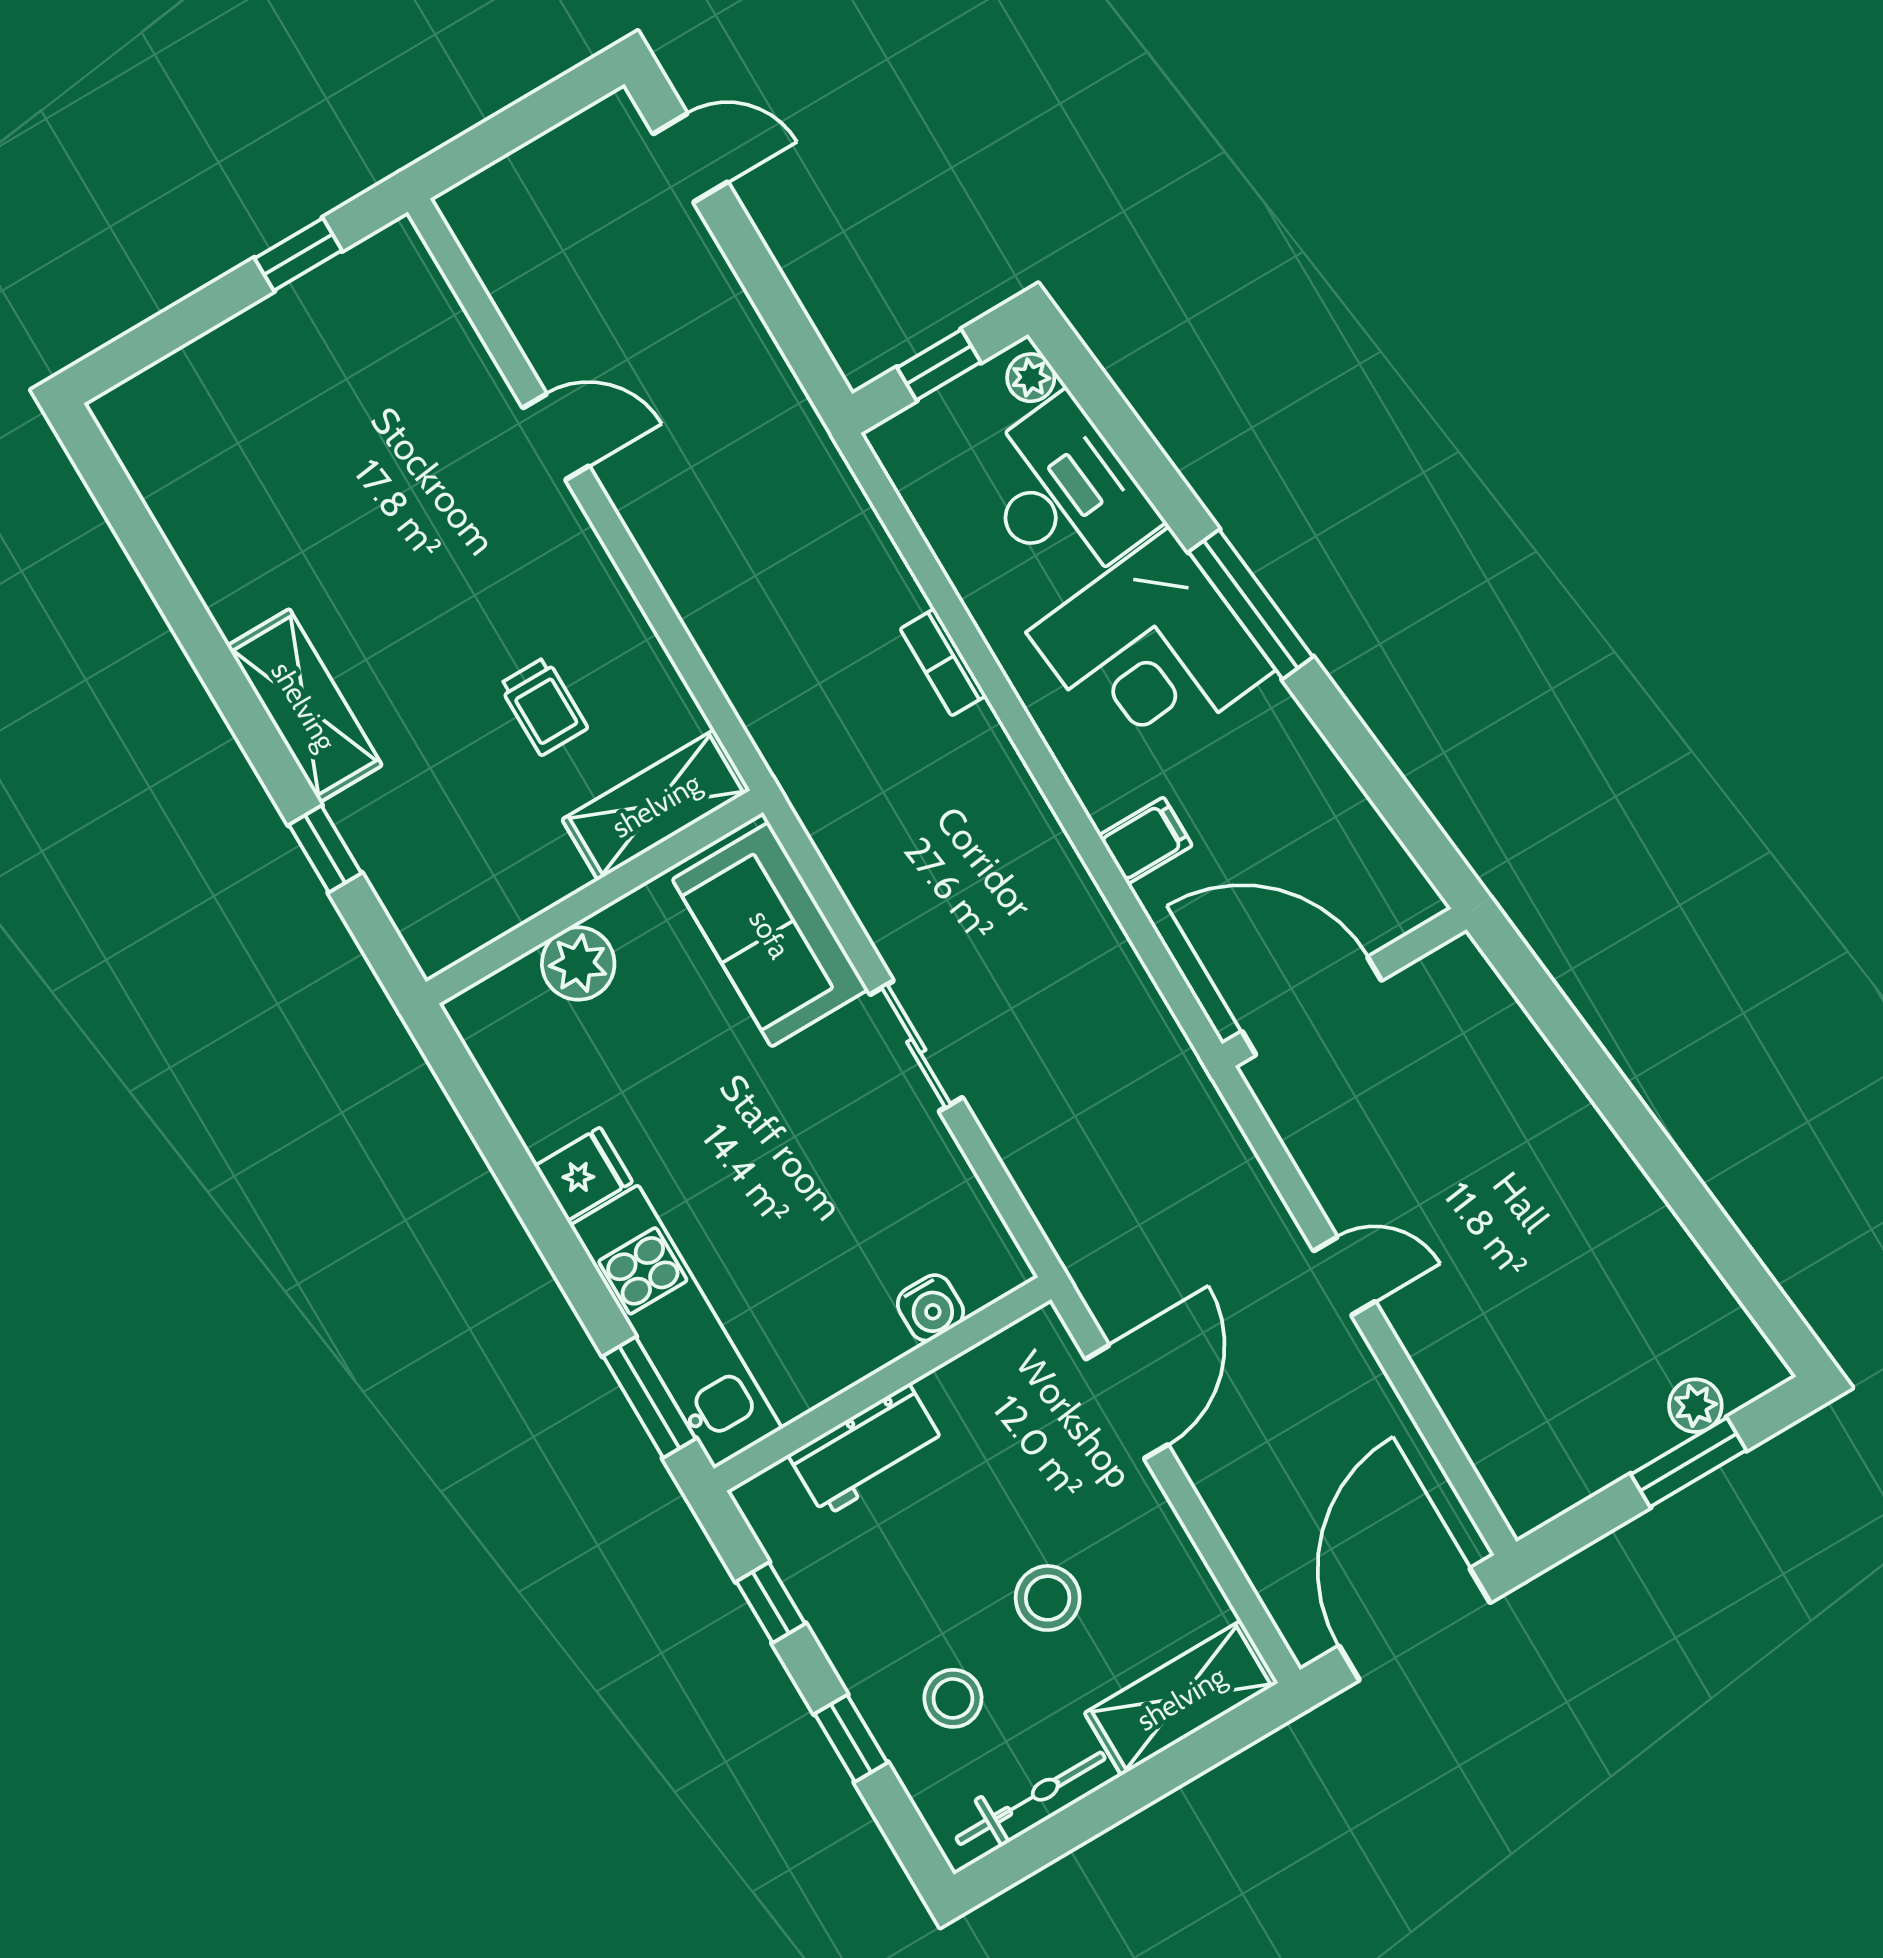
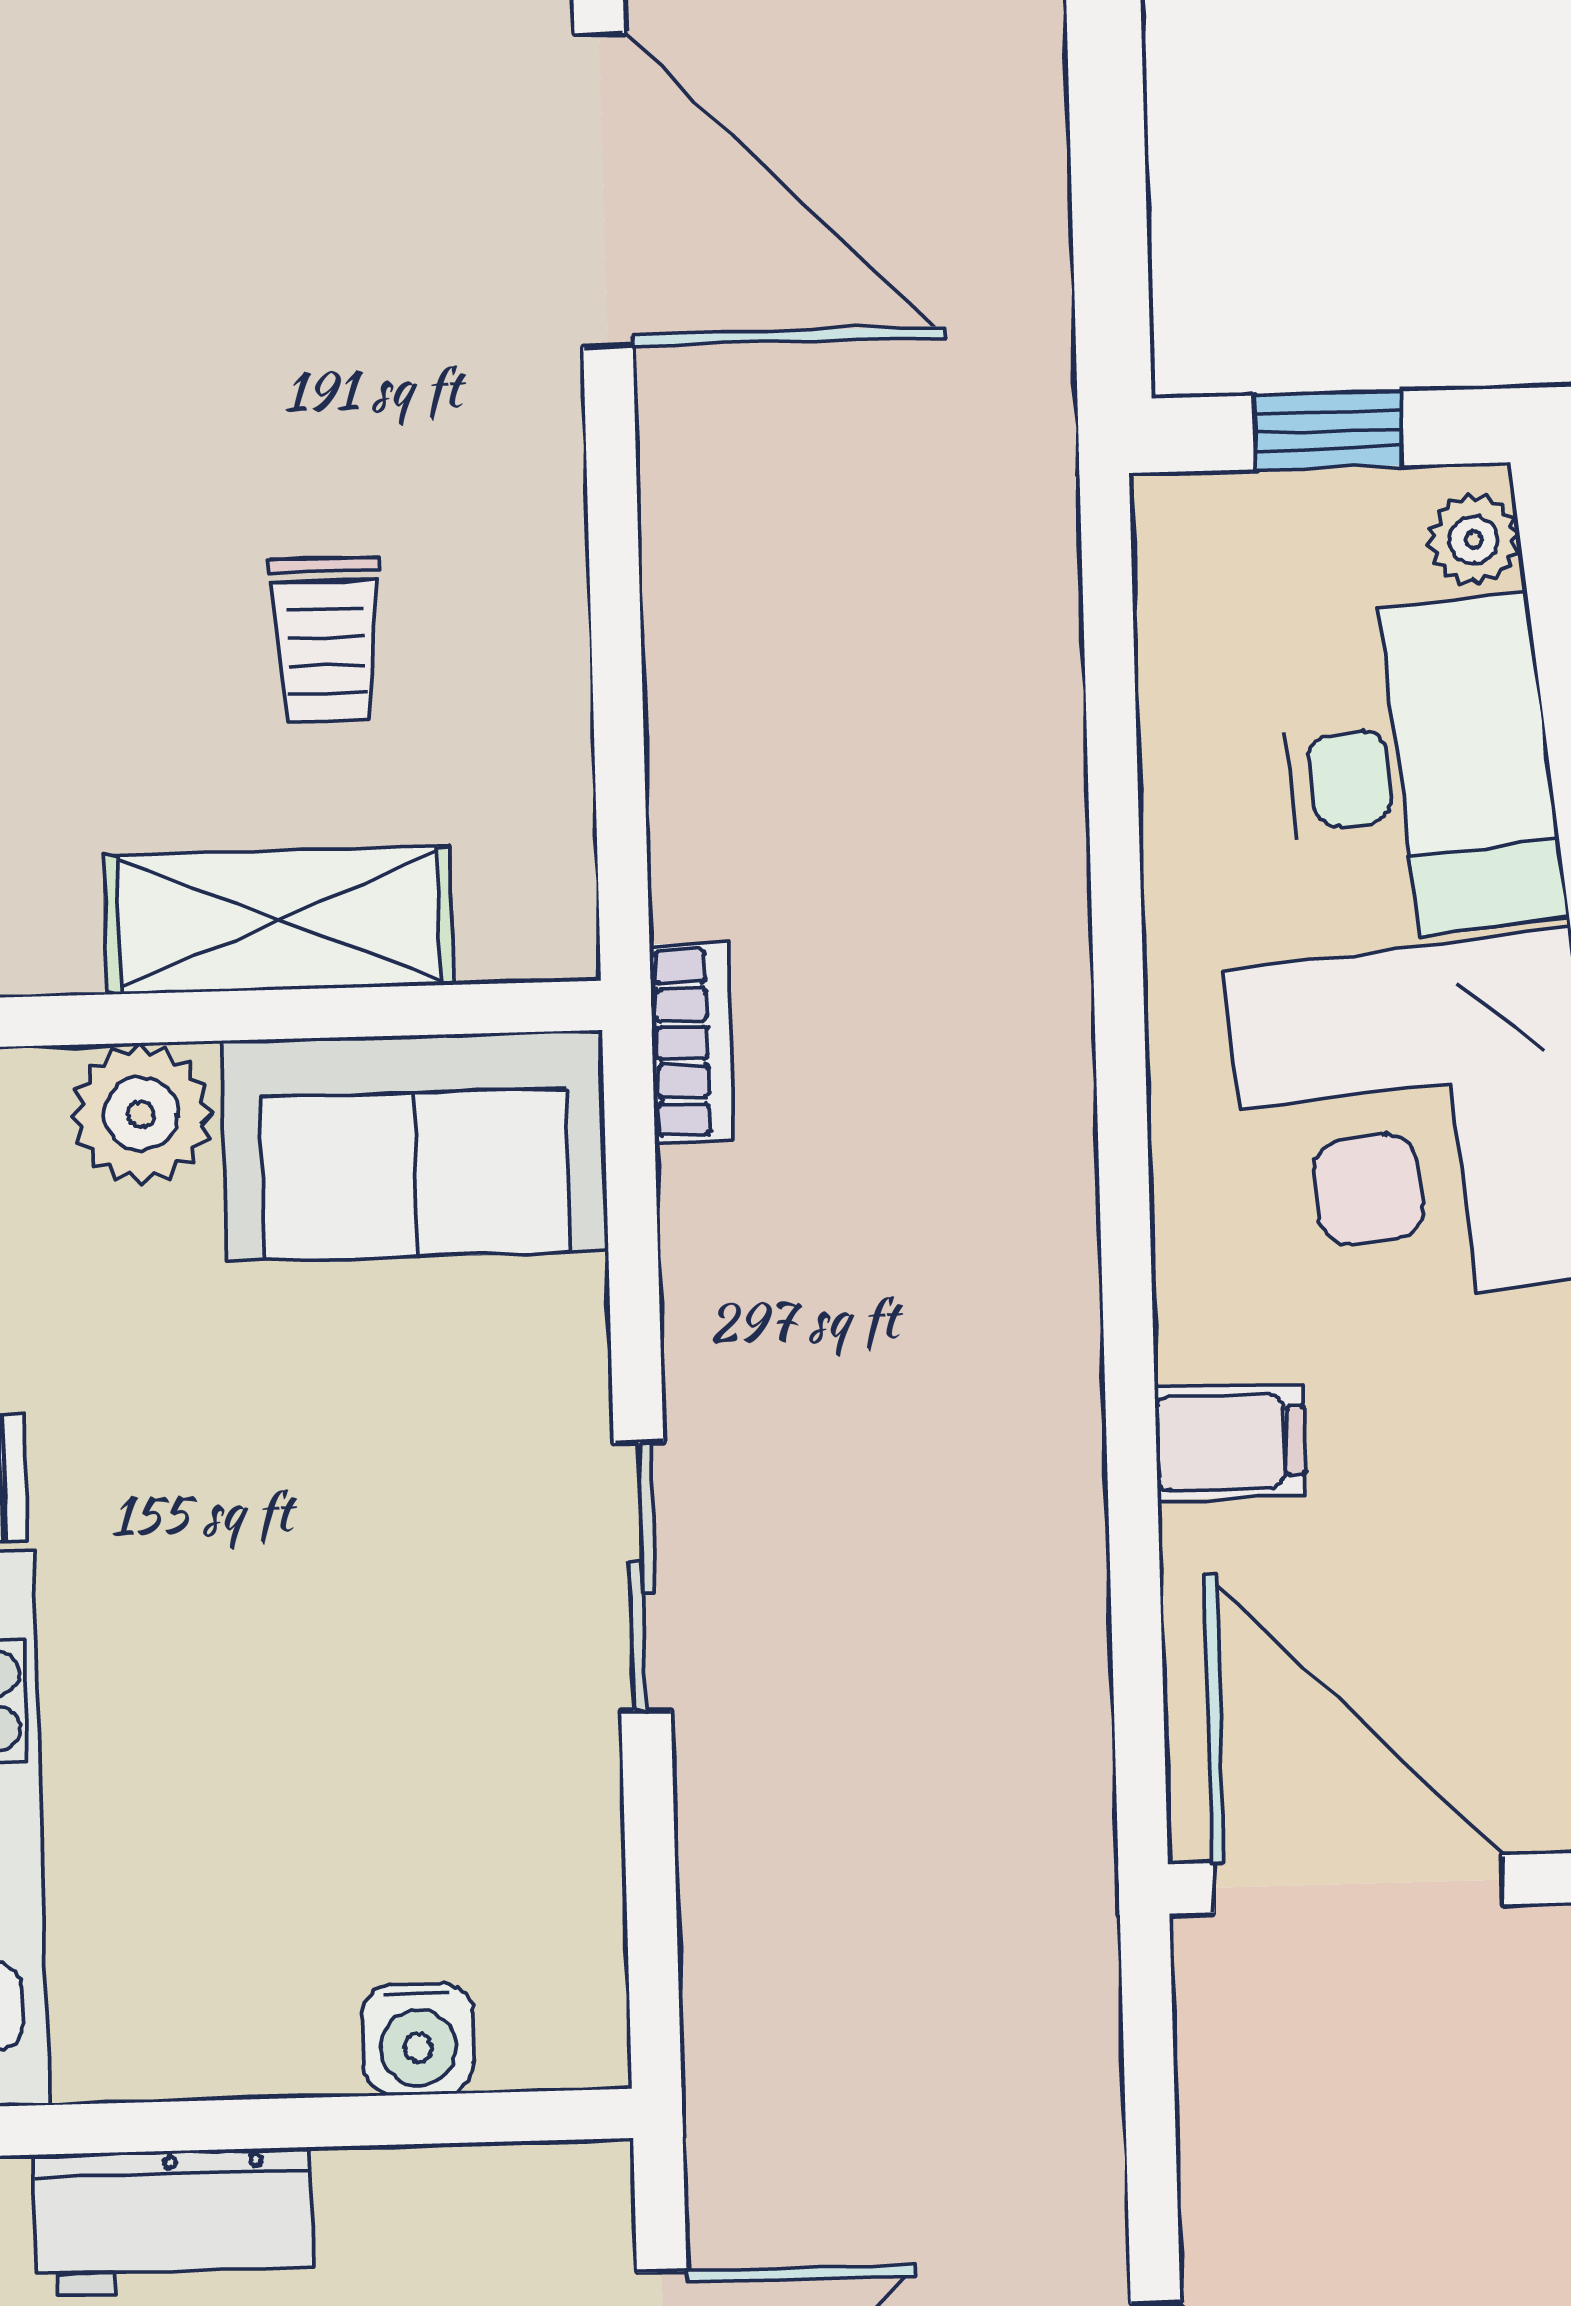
door: (556, 437) -> (604, 190), width x1.87
bookcase: (943, 662) -> (692, 1043), moved, turned 180
shelving: (656, 805) -> (279, 920), moved
sofa: (770, 934) -> (414, 1146), moved, turned -90

